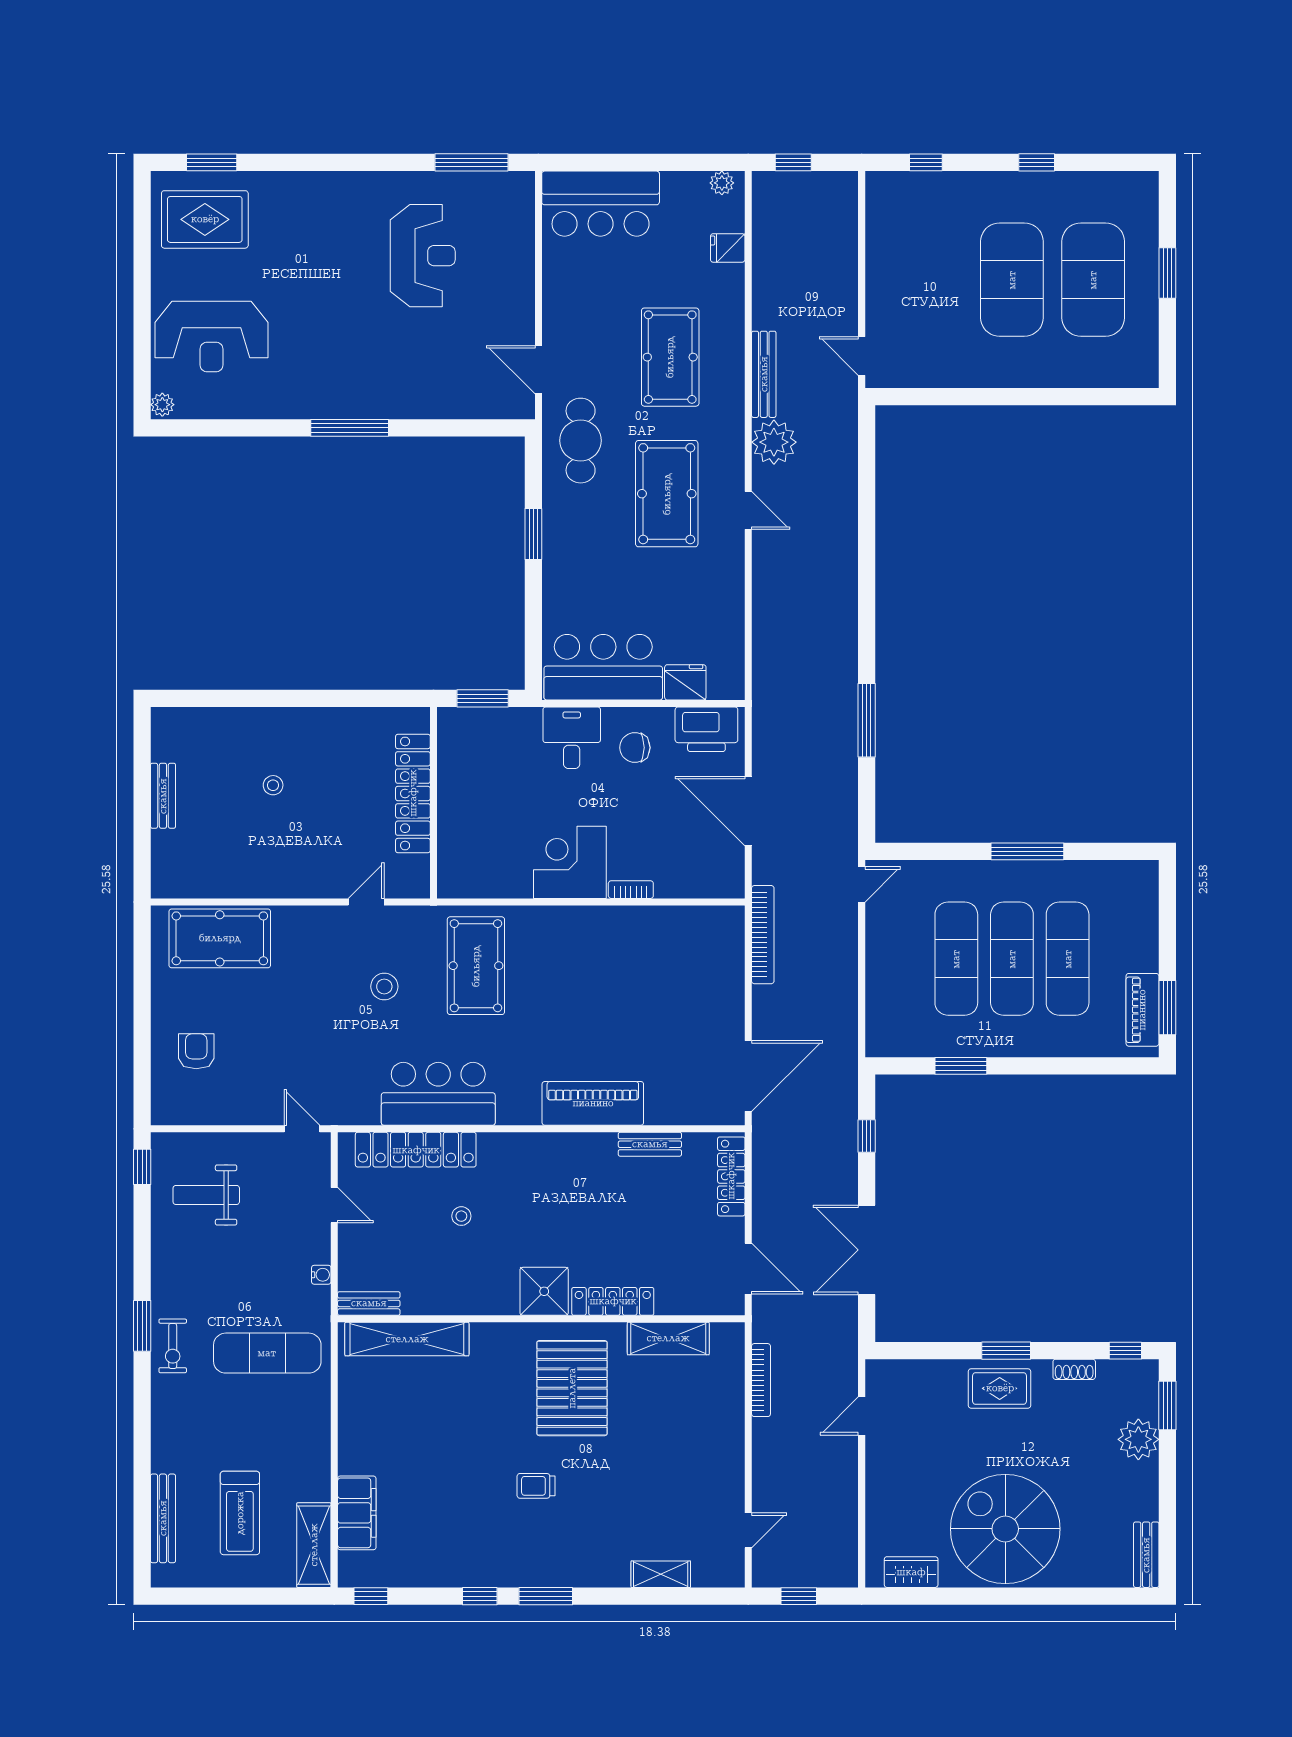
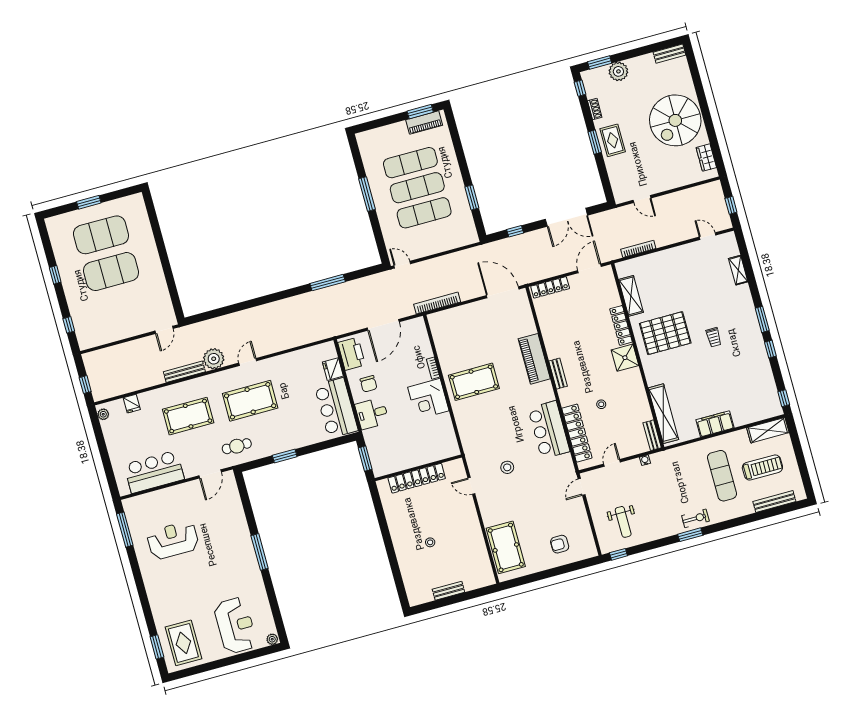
bar counter: (601, 204) -> (154, 472), moved, turned -90
cafe table: (581, 441) -> (237, 446), width x0.73, depth x0.74
pool table: (476, 966) -> (474, 382), moved
bench: (650, 1144) -> (558, 374), moved
exercise mat: (267, 1353) -> (722, 476), moved
filing cabinet: (357, 1513) -> (715, 424), moved

